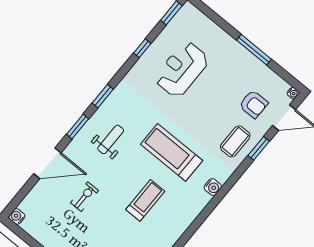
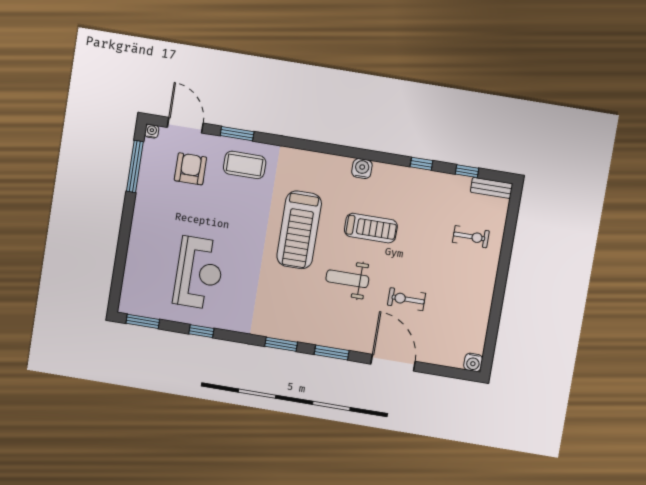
window: (254, 50) -> (135, 166), moved
reception desk: (182, 69) -> (199, 273), turned -90
weight bench: (111, 139) -> (347, 279), moved
water cooler: (213, 187) -> (362, 169), moved
treadmill: (145, 200) -> (371, 228), turned 180

